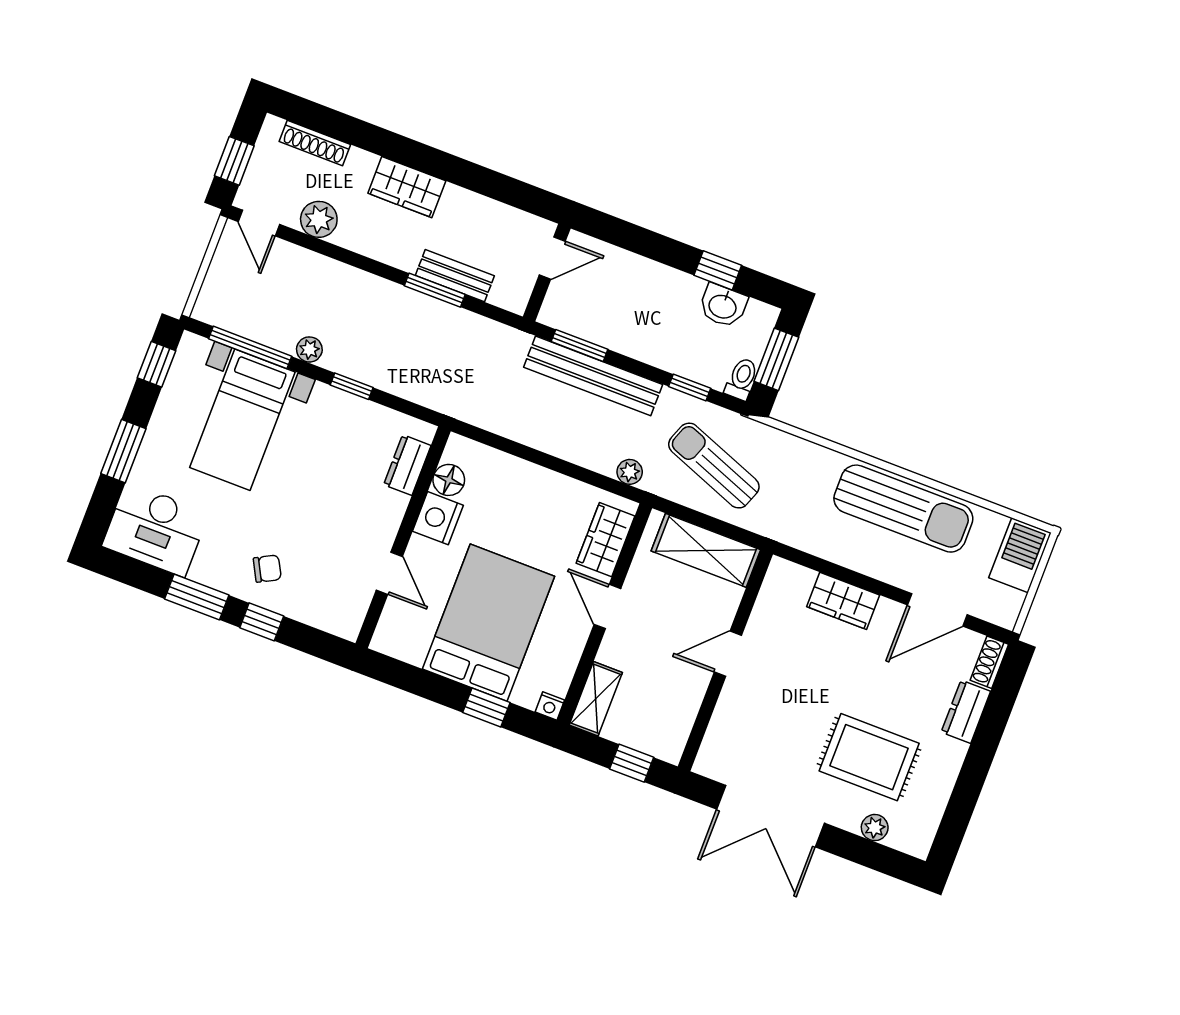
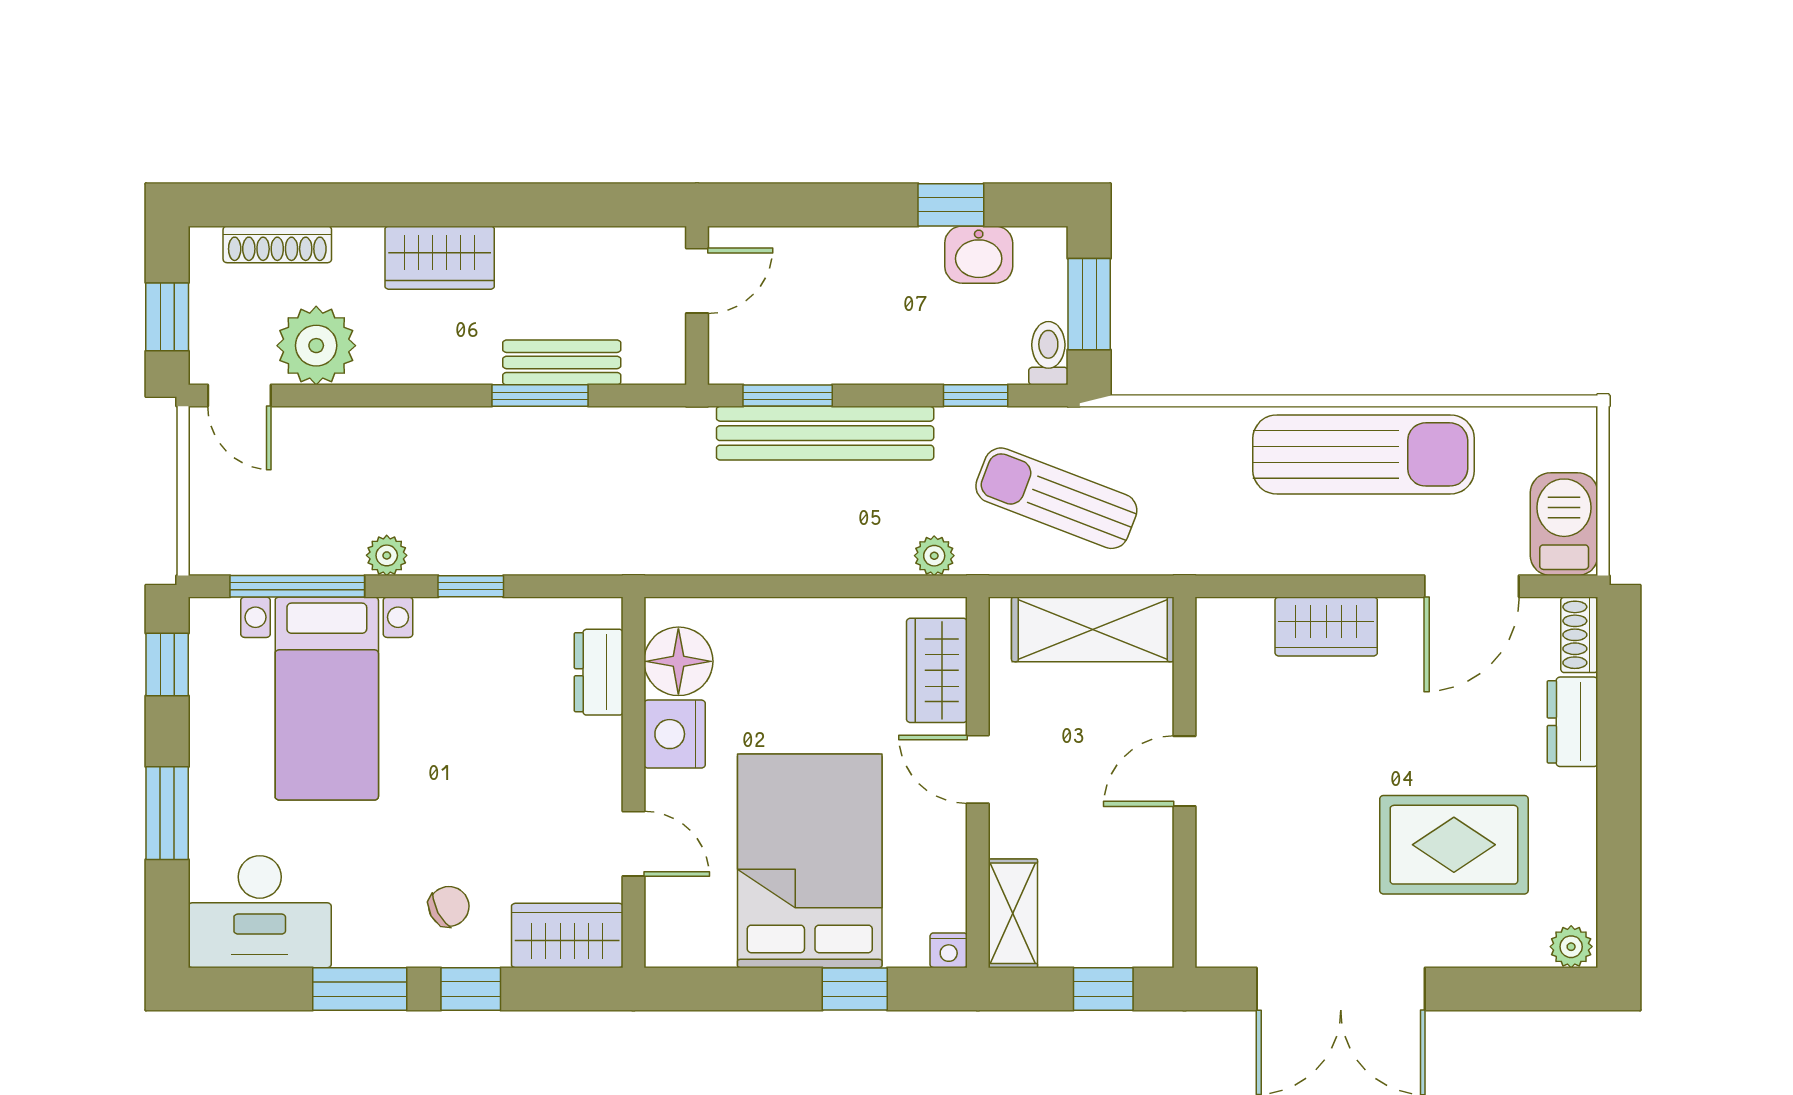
plant: (319, 219) -> (316, 346), width x1.36, depth x1.36
floor lamp: (449, 480) -> (678, 661), width x1.38, depth x1.38
barbecue: (1020, 555) -> (1564, 524), moved
wardrobe: (330, 612) -> (567, 936), added
plant: (875, 828) -> (1571, 947), moved

